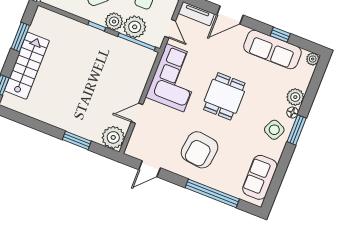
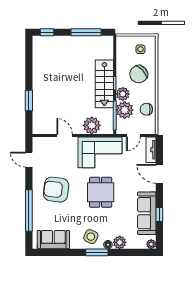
window: (20, 37) -> (86, 32), width x1.44
stairs: (27, 66) -> (104, 84), moved, turned 90
dining table: (224, 96) -> (101, 192), turned 90
plant: (113, 137) -> (92, 125), moved

